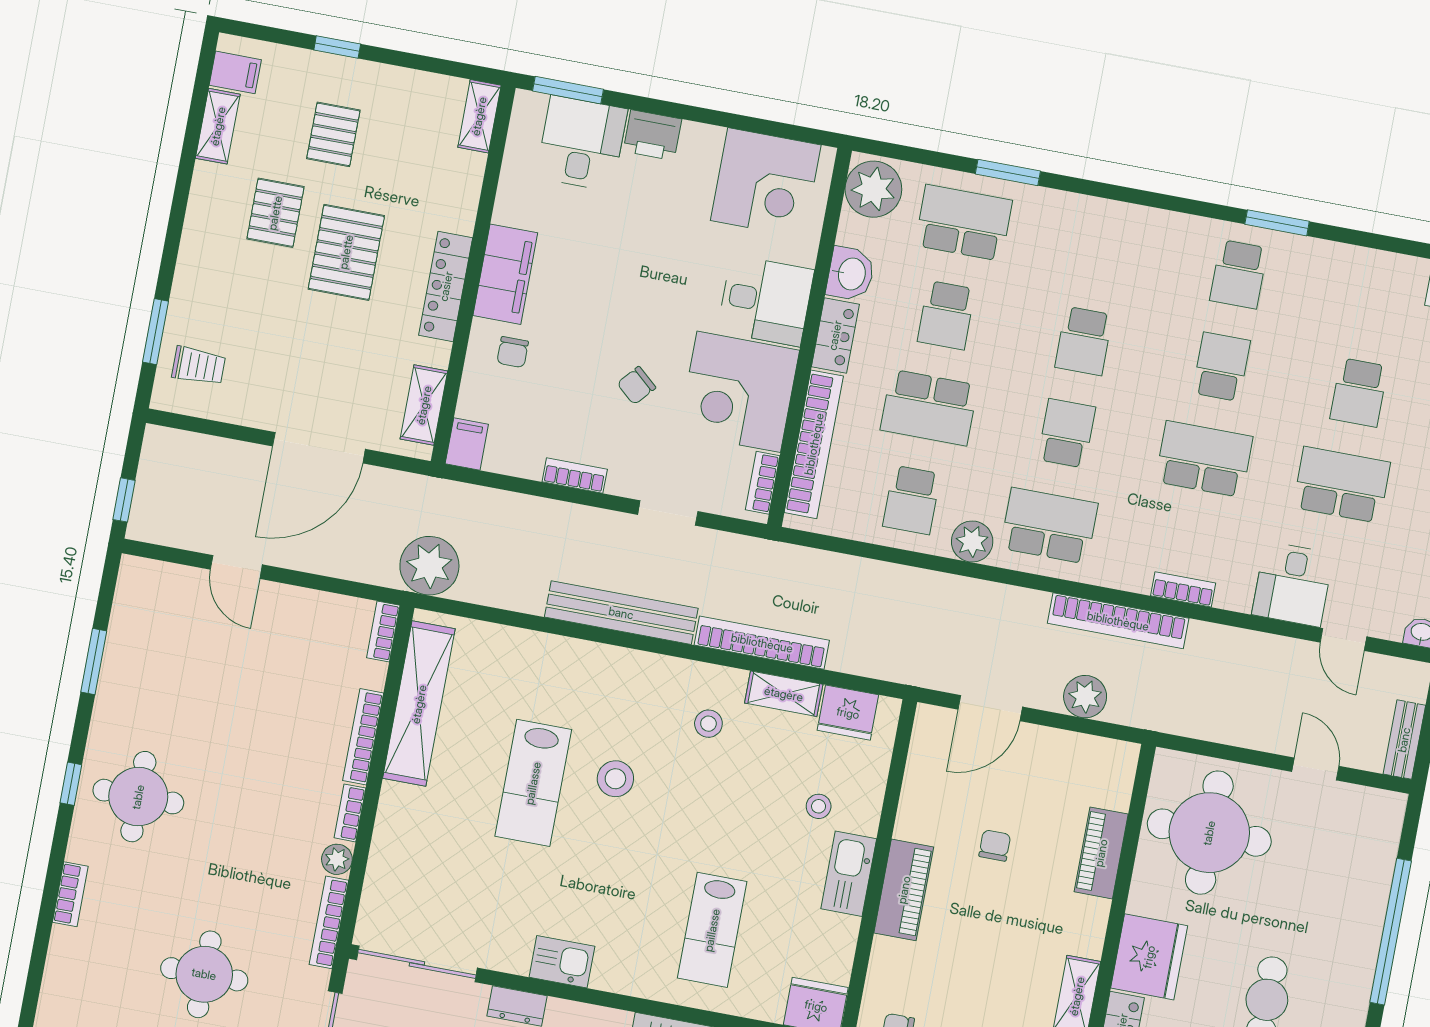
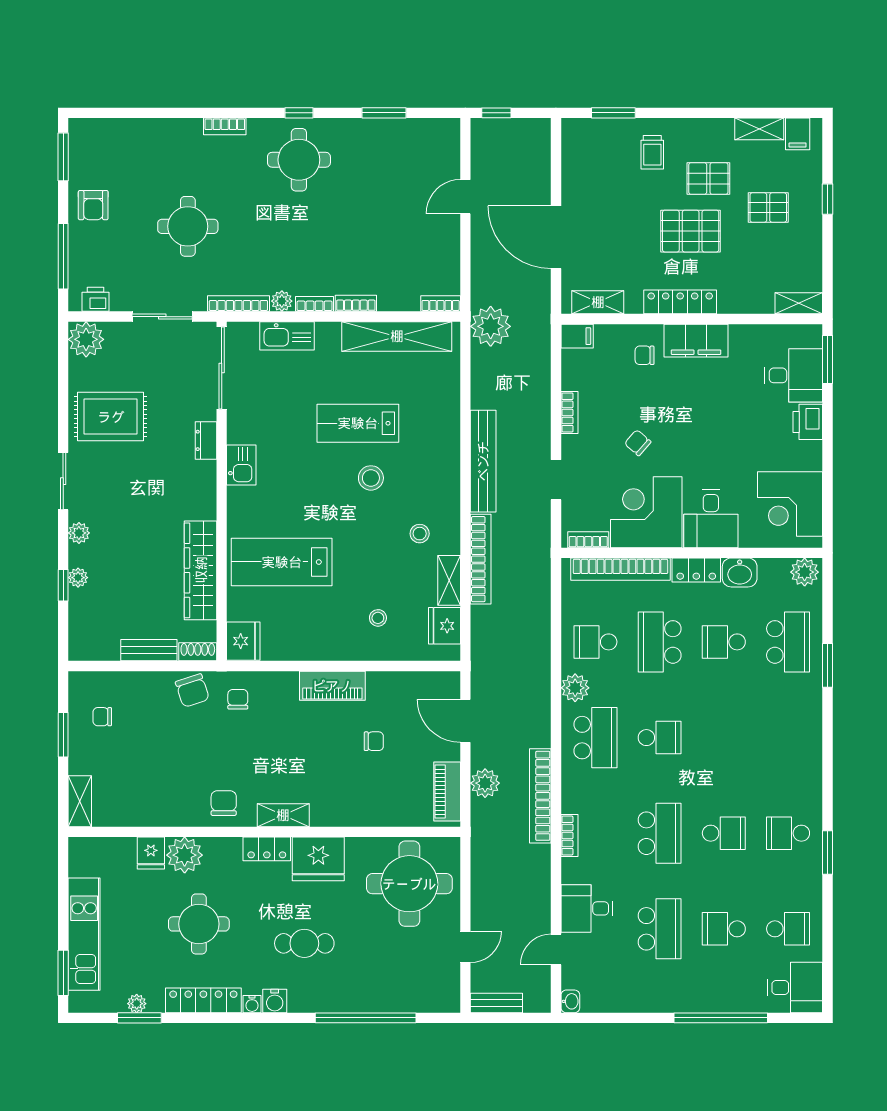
plant: (873, 189) -> (805, 572), width x0.73, depth x0.73
school desk: (1084, 341) -> (788, 929), moved, turned 180
trolley: (199, 366) -> (652, 152), moved
bookcase: (363, 737) -> (356, 303), width x0.64
piano: (1101, 853) -> (447, 792), moved, turned -90
kitchen sink: (849, 874) -> (287, 336), moved, turned 180
lab bench: (712, 930) -> (282, 562), width x1.36, depth x1.39

